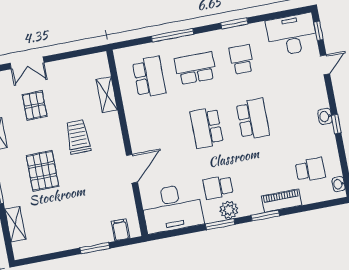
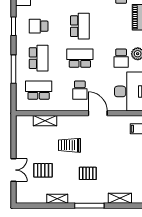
school desk: (195, 68) -> (39, 58), turned 180
school desk: (253, 119) -> (80, 26), turned 90
school desk: (207, 128) -> (80, 58), turned 180
school desk: (161, 136) -> (80, 90), added
pallet: (42, 171) -> (88, 173), width x0.67, depth x0.71

